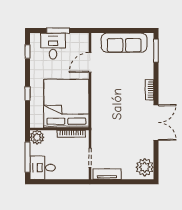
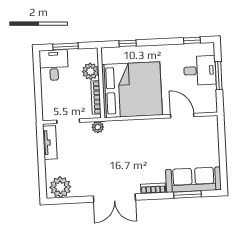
sofa: (124, 43) -> (193, 180), moved, turned 90
window: (156, 51) -> (187, 194), moved
window: (28, 94) -> (128, 43), moved
plant: (96, 133) -> (98, 127), added
plant: (37, 137) -> (91, 71), moved
window: (28, 157) -> (66, 46), width x0.69

